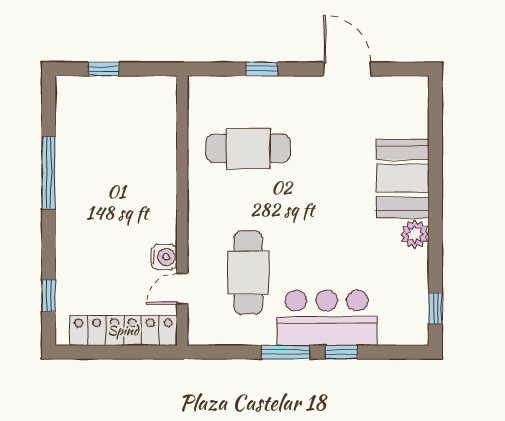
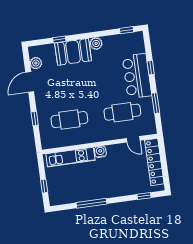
plant: (389, 89) -> (36, 63), added
kitchen unit: (161, 139) -> (70, 157), added
cafe table: (248, 148) -> (69, 120), turned 90
window: (435, 151) -> (59, 40), added
water cooler: (164, 257) -> (100, 152), moved
window: (286, 352) -> (156, 103), moved

